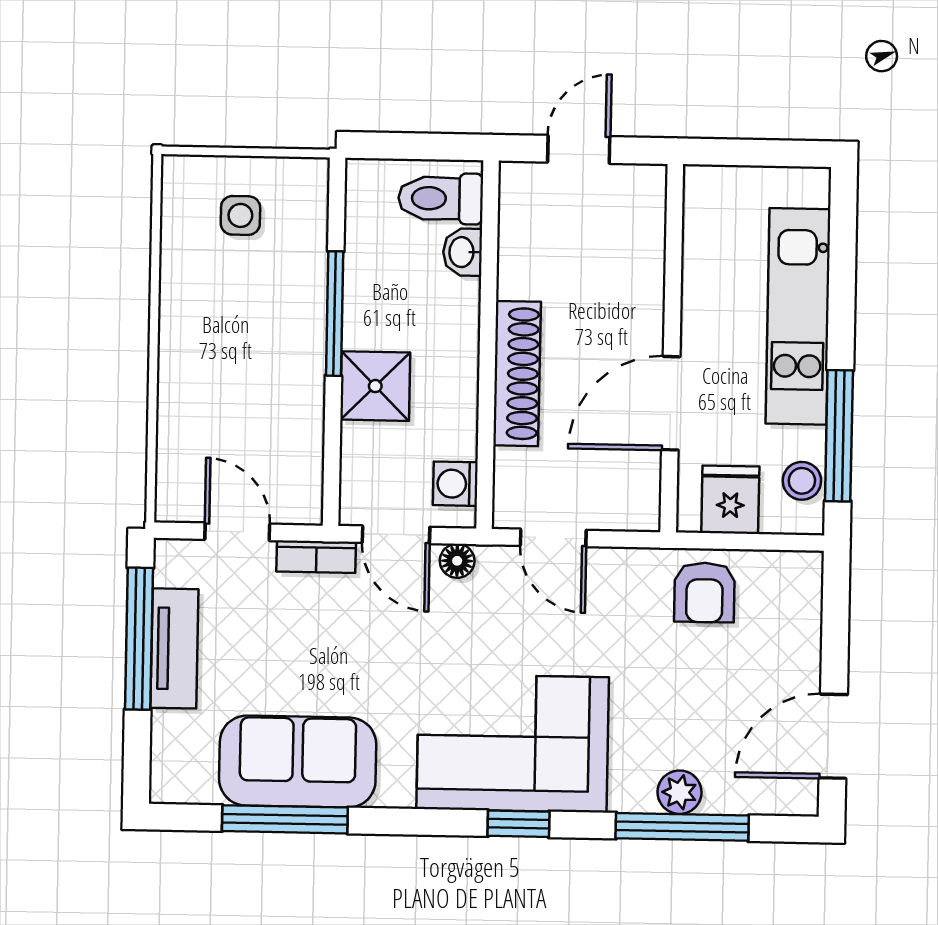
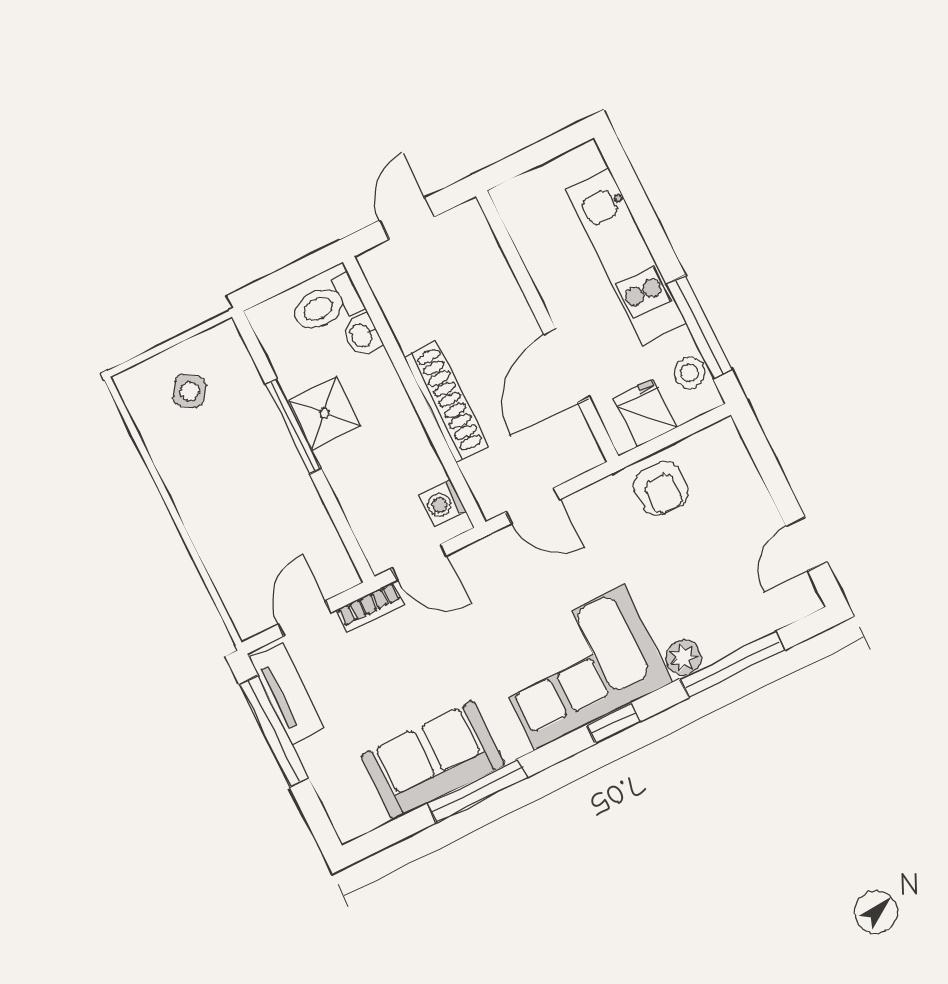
side table: (240, 215) -> (190, 391), turned 35
shower: (375, 386) -> (324, 413), moved
door: (237, 532) -> (305, 618), hinge flipped
floor lamp: (457, 561) -> (473, 558), removed
tv unit: (174, 648) -> (287, 693), moved
door: (833, 736) -> (806, 544), width x0.73
plant: (679, 792) -> (683, 657), moved
window: (285, 819) -> (477, 790), moved

